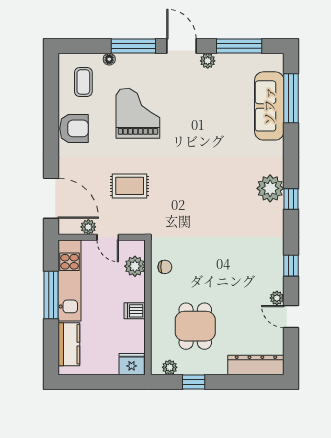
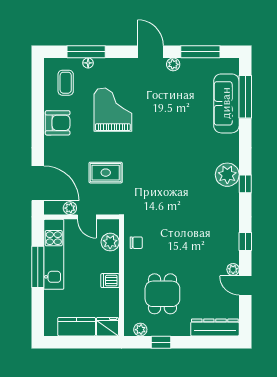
window: (133, 46) -> (86, 52), moved
kitchen counter: (69, 344) -> (77, 327), moved, turned -90

